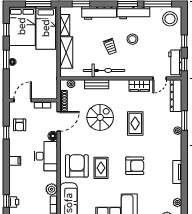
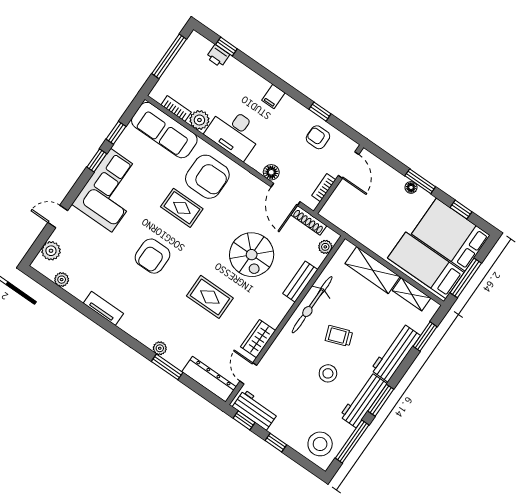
desk: (46, 156) -> (234, 133), moved

